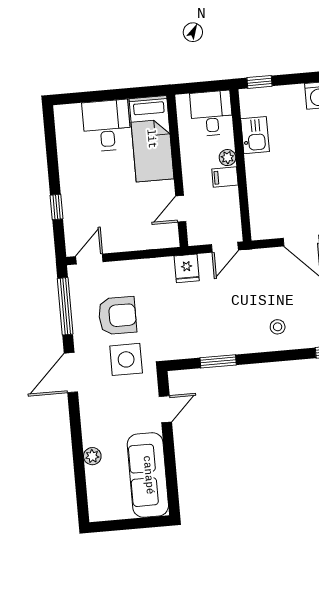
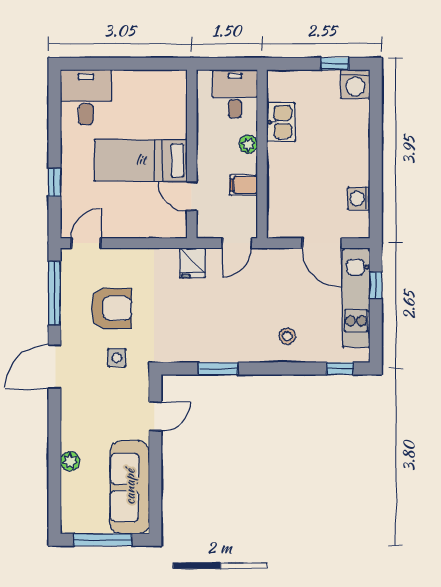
window: (259, 82) -> (335, 64), moved
desk: (107, 125) -> (86, 97), moved
bed: (151, 139) -> (141, 160), moved, turned 90
filing cabinet: (225, 177) -> (244, 185), moved
door: (181, 209) -> (192, 196), hinge flipped
side table: (126, 359) -> (117, 358), width x0.54, depth x0.54
window: (128, 524) -> (103, 540), added

